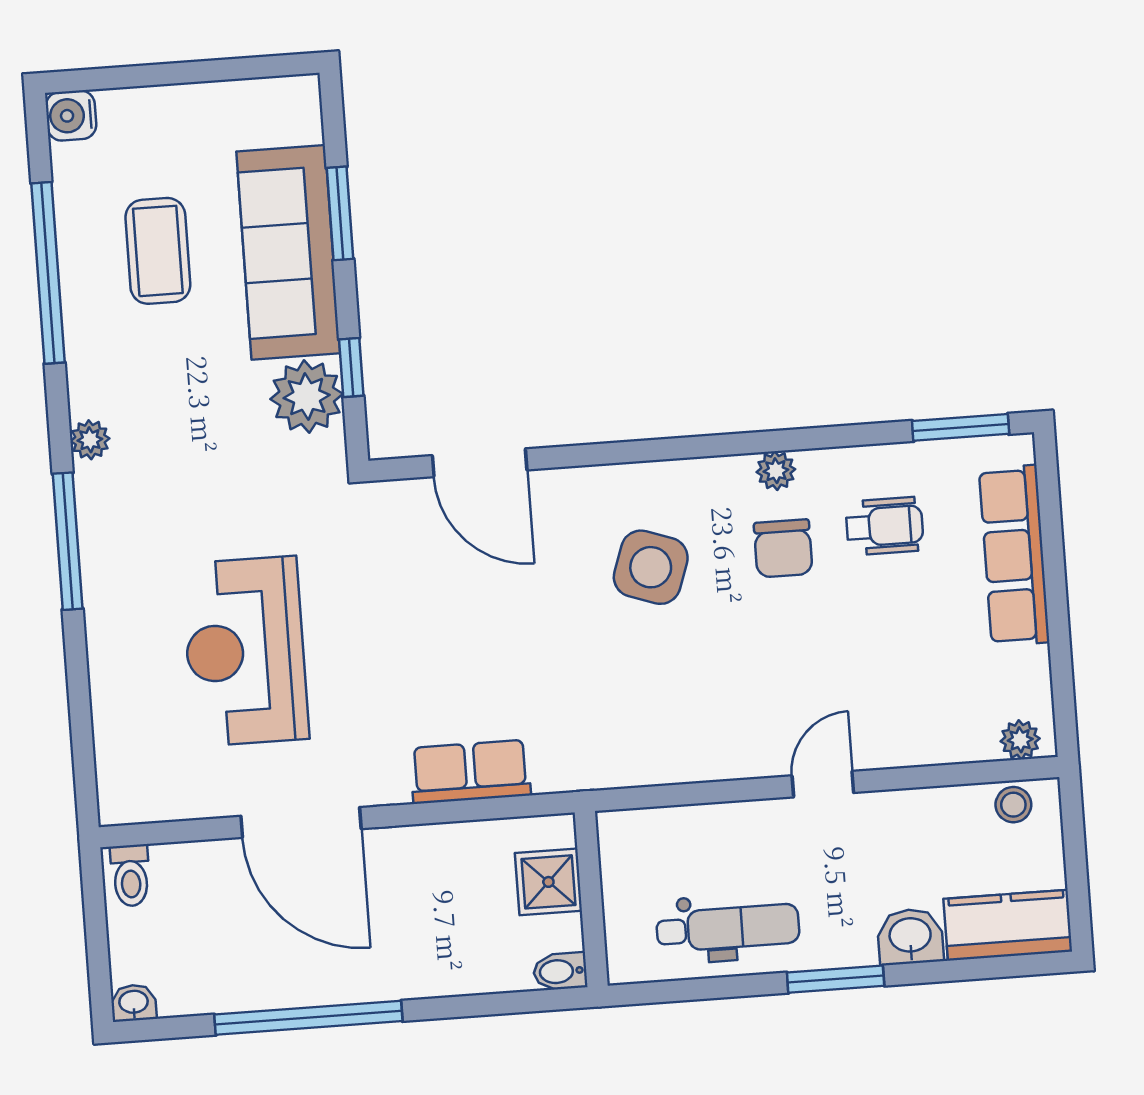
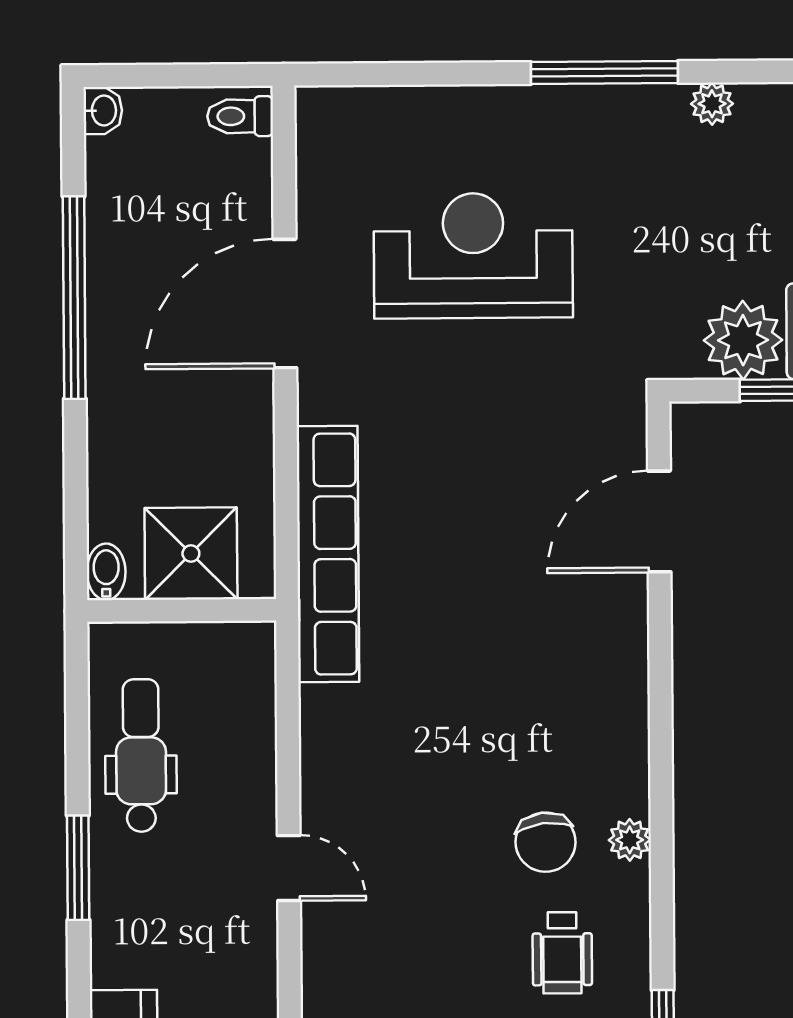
chair: (783, 548) -> (545, 842), turned -97
side table: (651, 567) -> (535, 698), removed
row of seats: (470, 772) -> (328, 554), width x2.02
shower: (548, 882) -> (191, 553), width x1.36, depth x1.36
dental chair: (728, 928) -> (141, 756), turned 180
washbasin: (910, 936) -> (119, 951), removed

